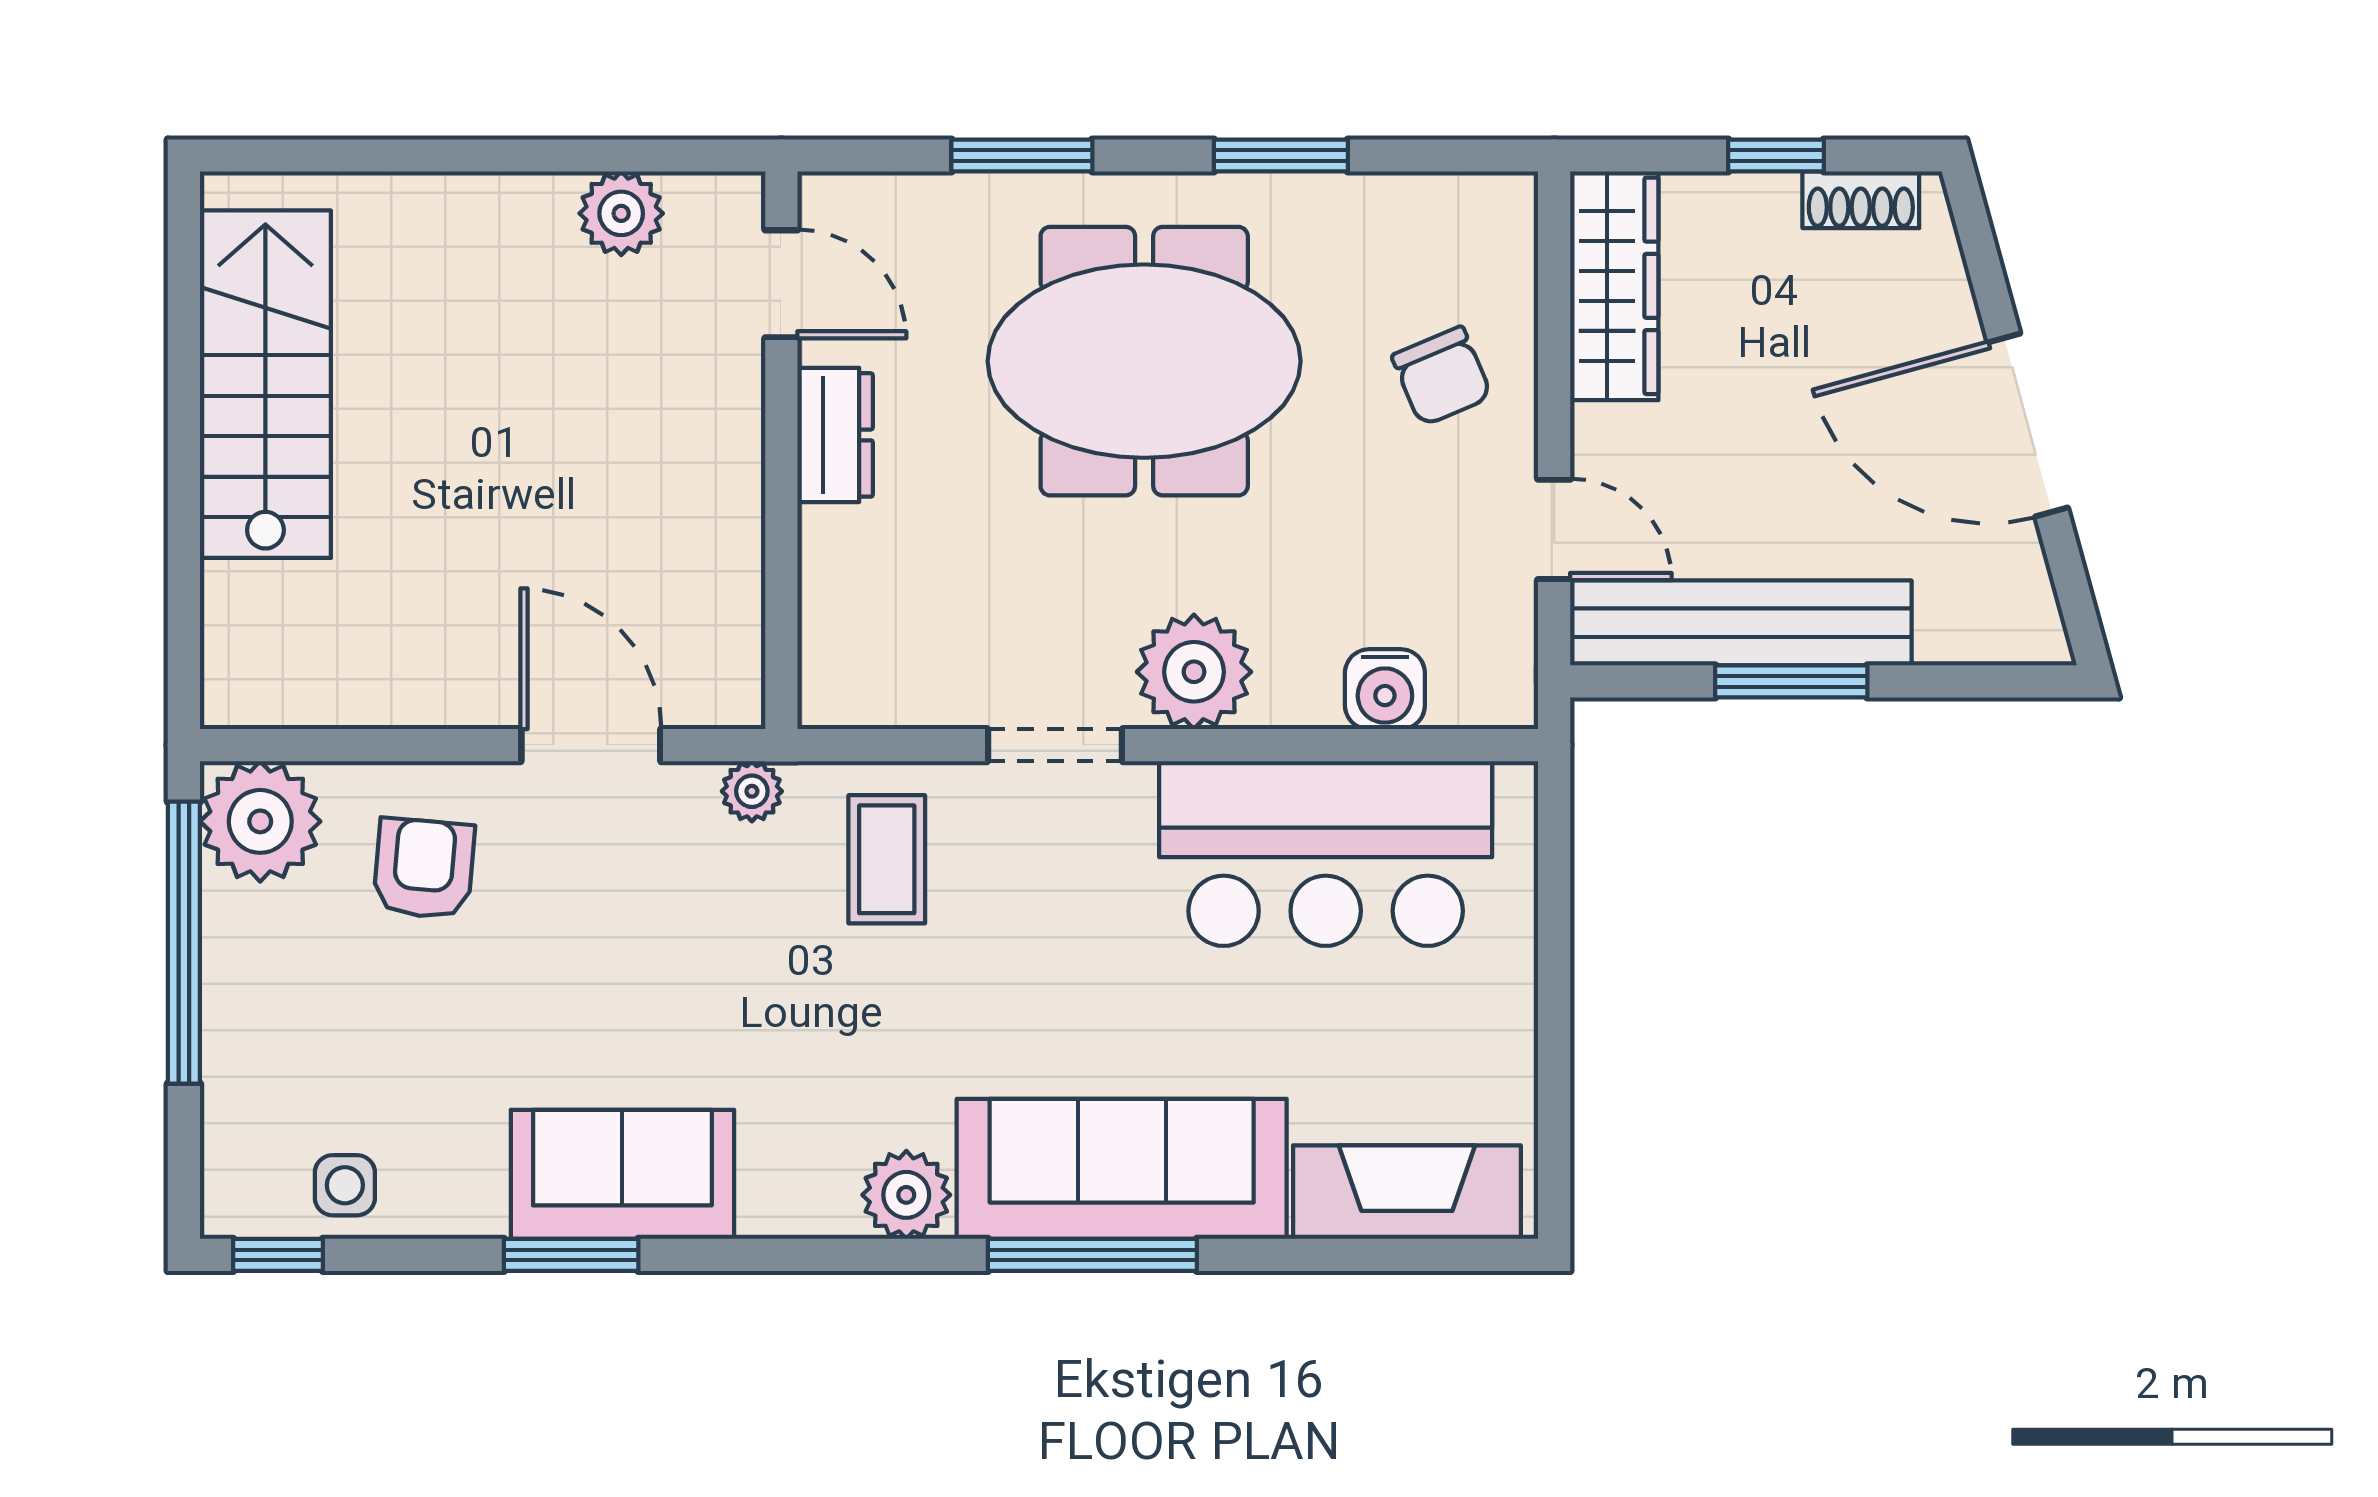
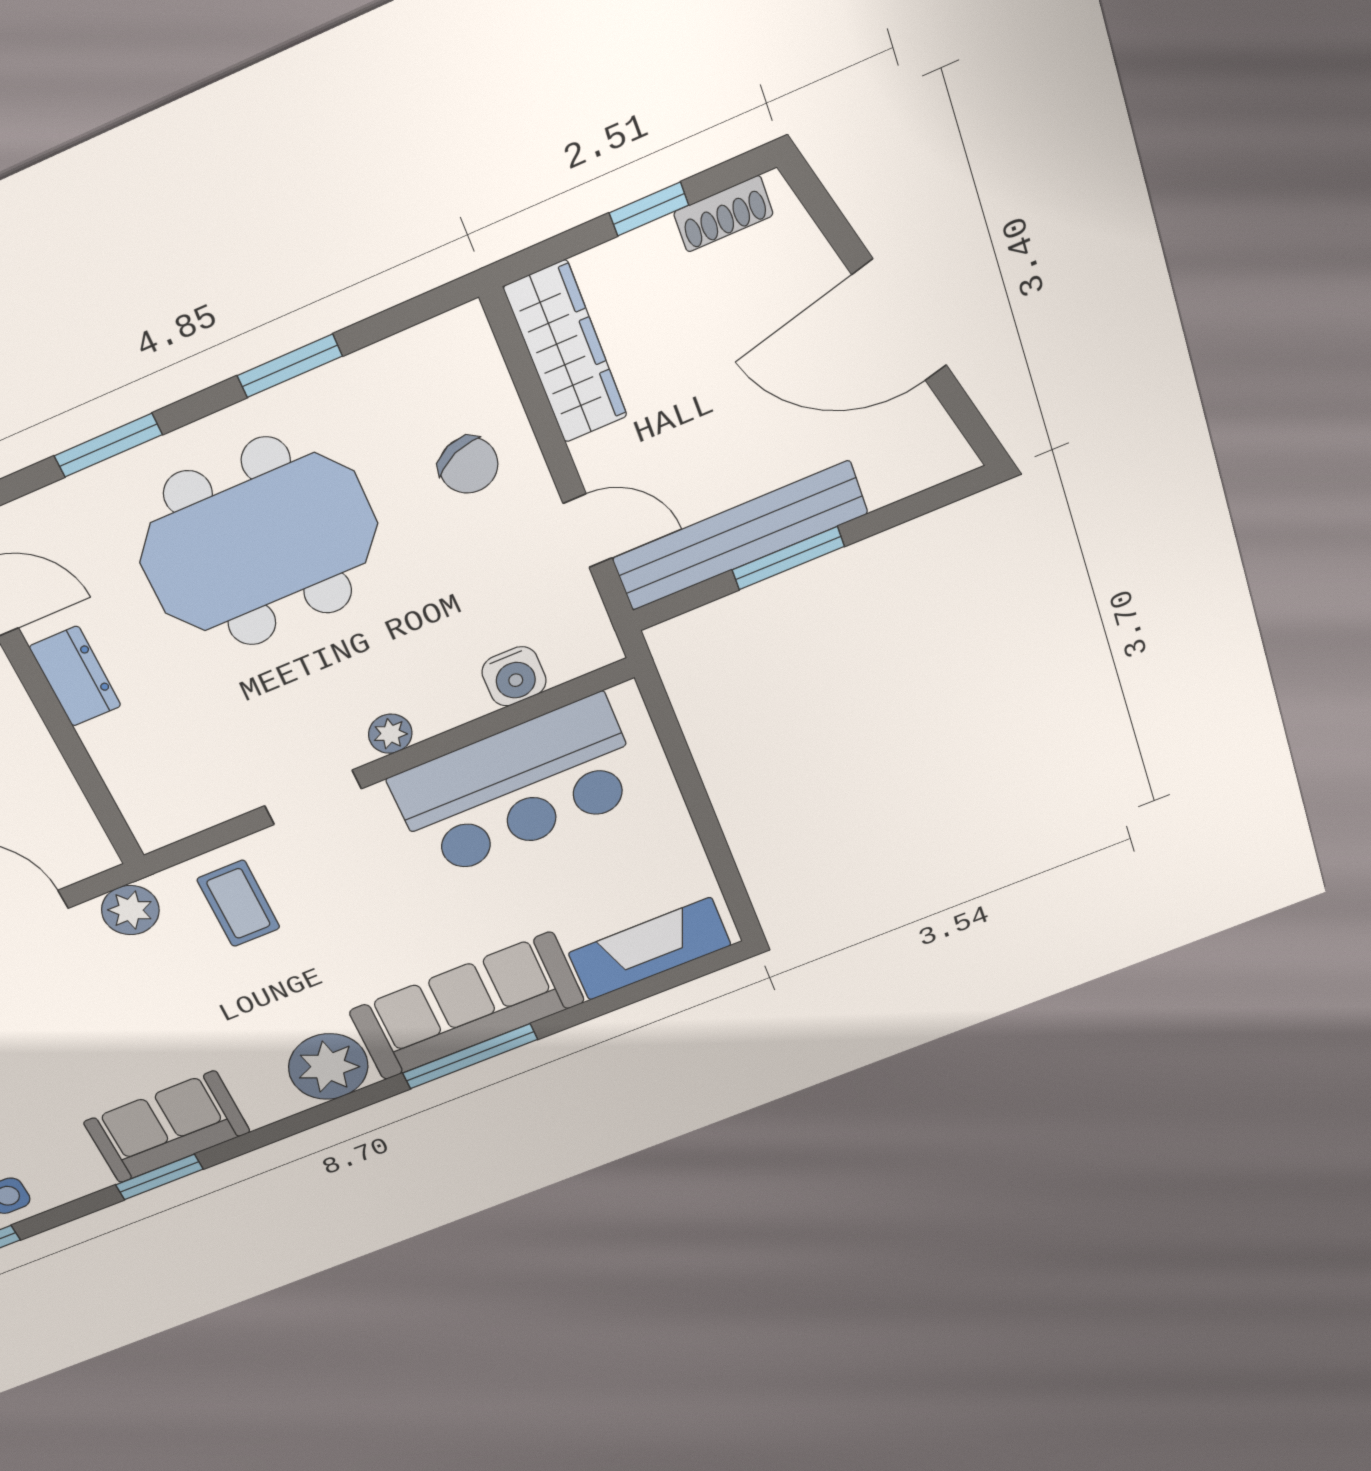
plant: (1194, 672) -> (390, 734), width x0.53, depth x0.53
plant: (752, 791) -> (130, 910), width x1.38, depth x1.38
plant: (906, 1195) -> (328, 1067), width x1.36, depth x1.36

